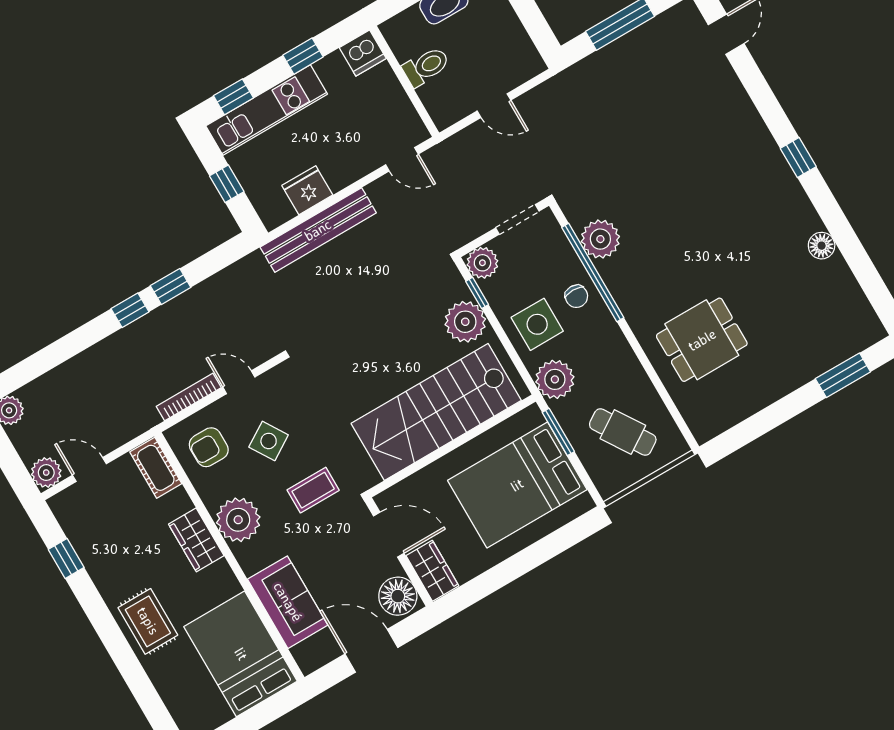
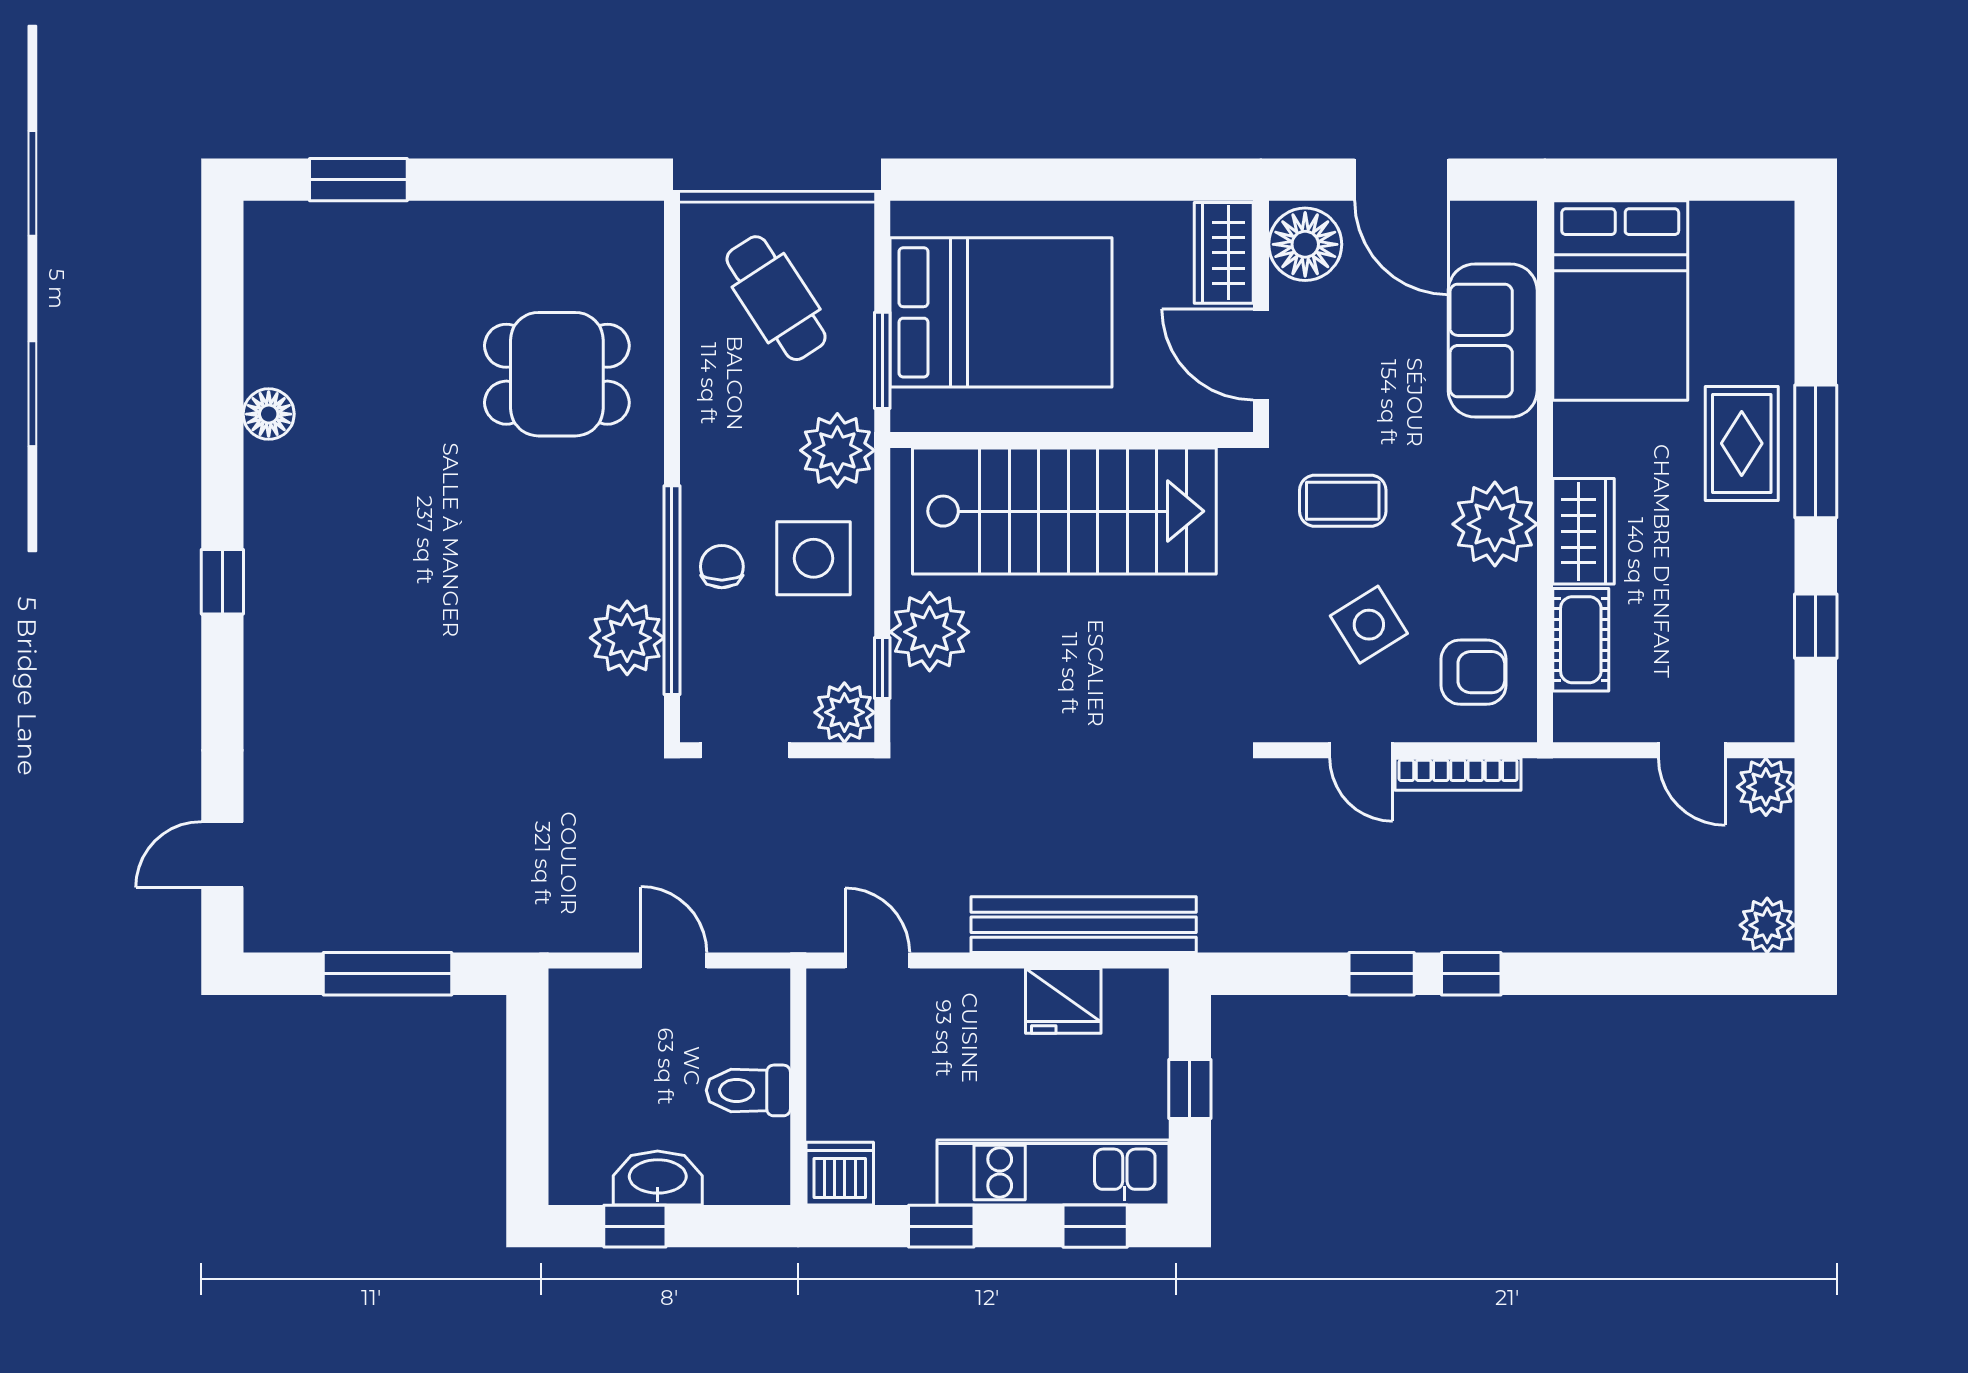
cot: (156, 468) -> (1581, 640), moved
window: (112, 637) -> (1816, 451), added

